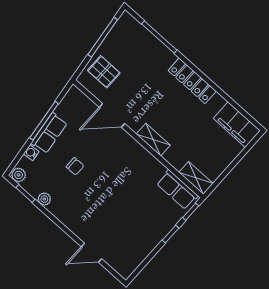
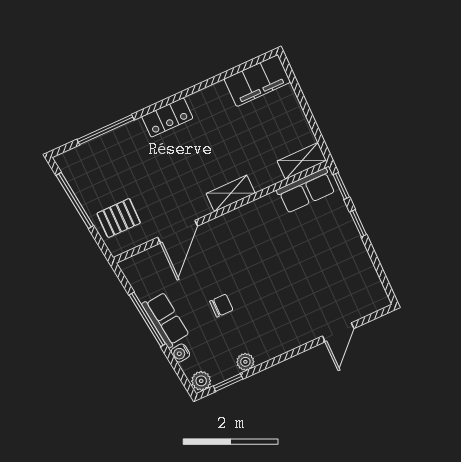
locker: (192, 81) -> (167, 117), width x0.66

